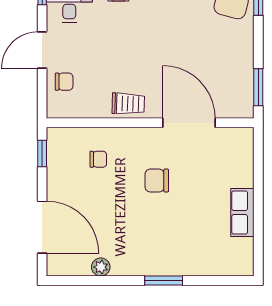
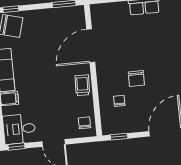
chair: (64, 82) -> (84, 123), moved
chair: (157, 181) -> (136, 78), moved

